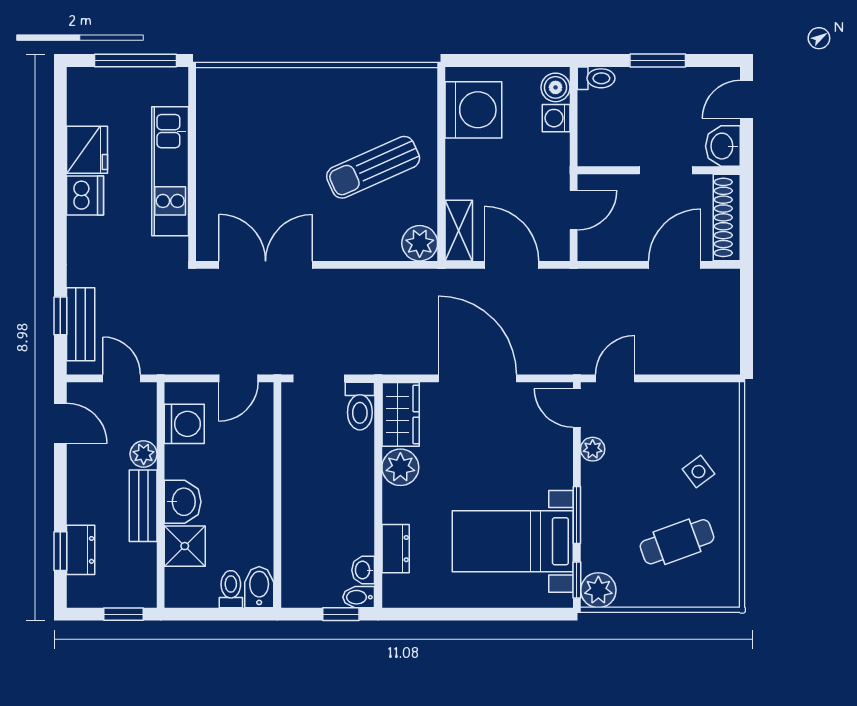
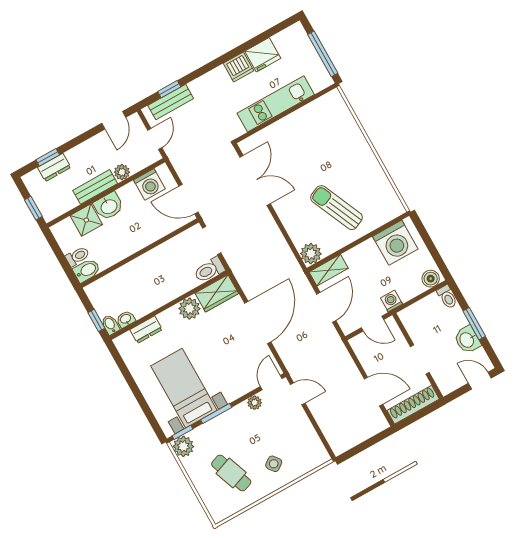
washing machine: (556, 118) -> (391, 301), moved
washbasin: (723, 146) -> (467, 340), moved, turned -90
door: (238, 378) -> (188, 199), width x1.38

